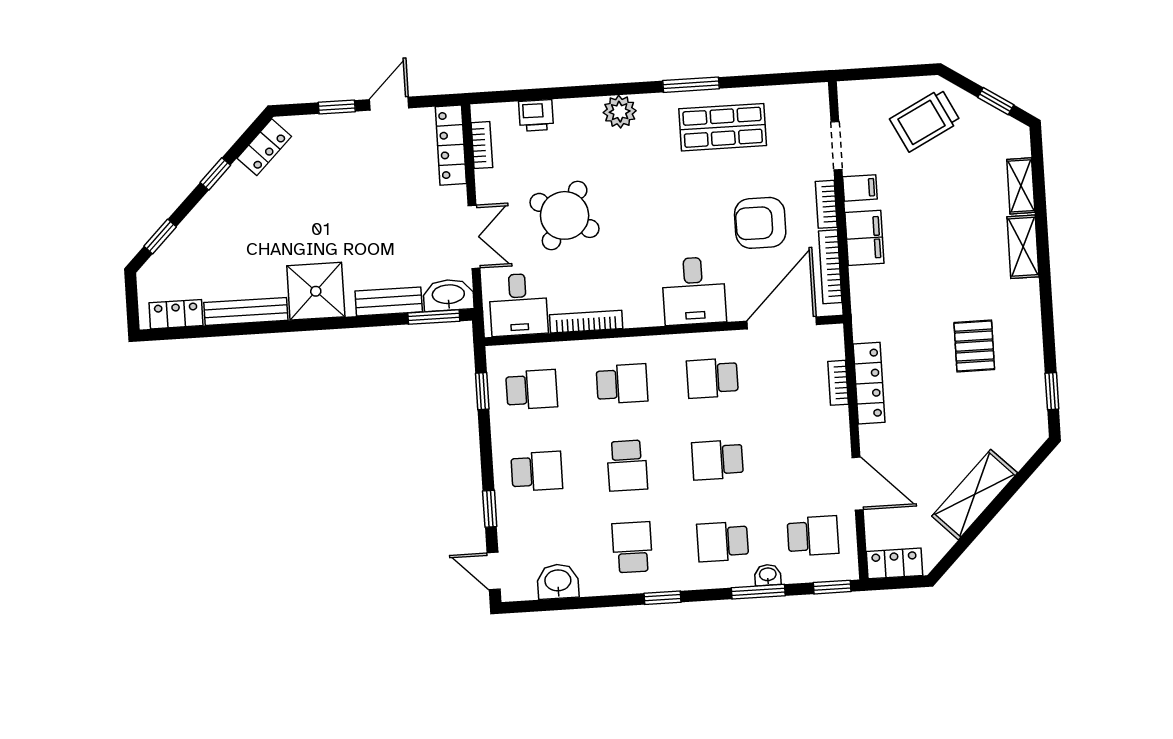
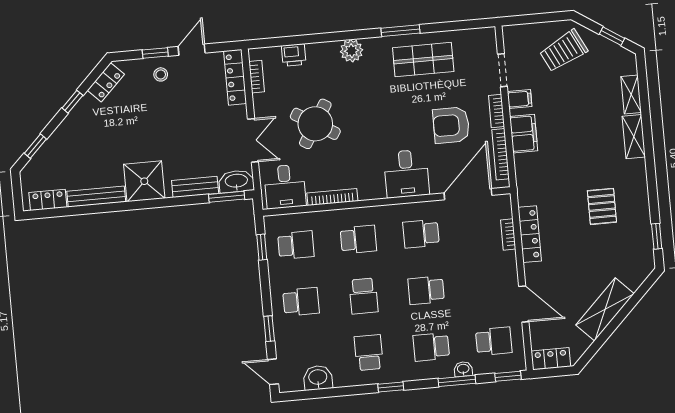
stool: (344, 138) -> (161, 74), added

